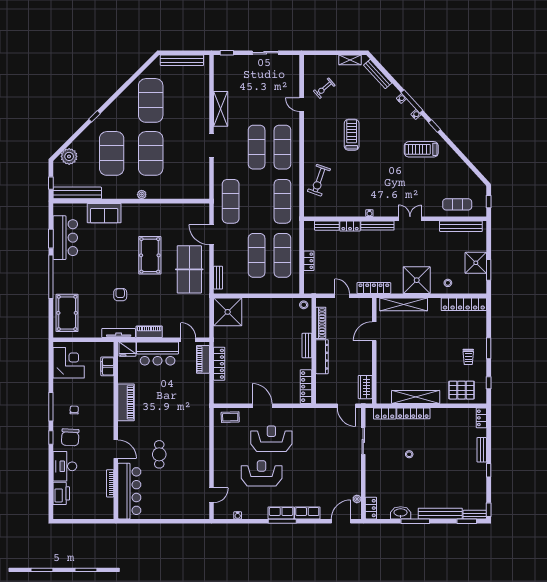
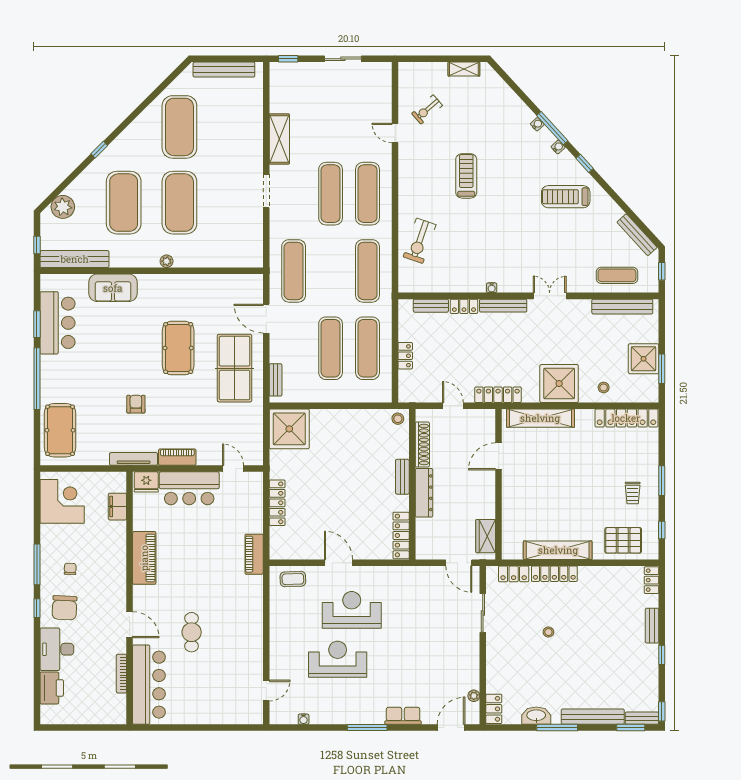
bench: (378, 74) -> (637, 235), moved
piano: (203, 359) -> (254, 554), moved
row of seats: (281, 513) -> (365, 716), removed

